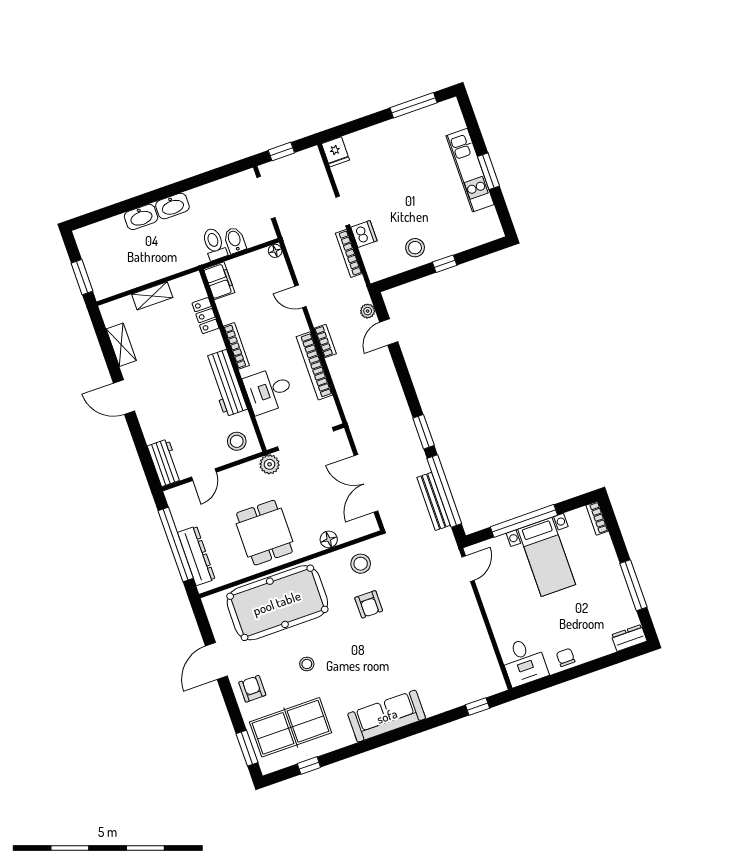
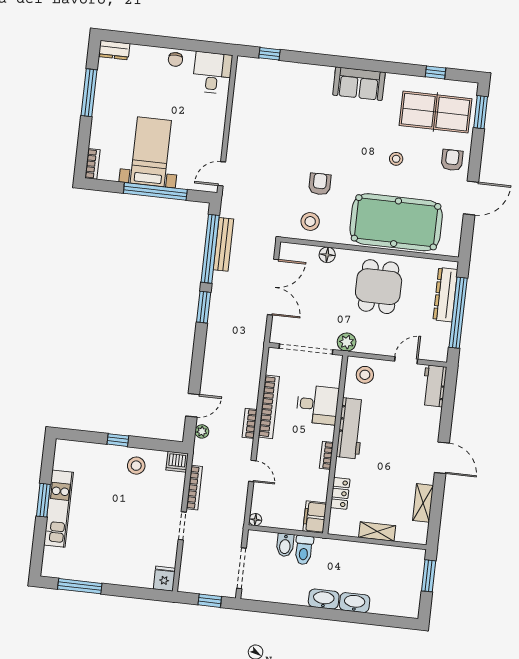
dishwasher: (364, 234) -> (177, 462), moved, turned -90
bookcase: (236, 346) -> (326, 455), width x0.64
armchair: (252, 689) -> (452, 160), turned 180
sofa: (387, 716) -> (359, 84), width x0.73

